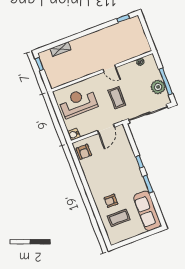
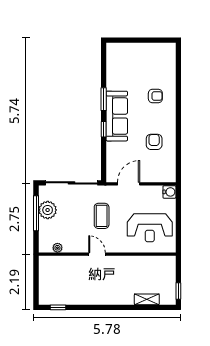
armchair: (84, 152) -> (154, 142), moved
sofa: (147, 211) -> (117, 116), moved
coffee table: (119, 218) -> (154, 72), removed

